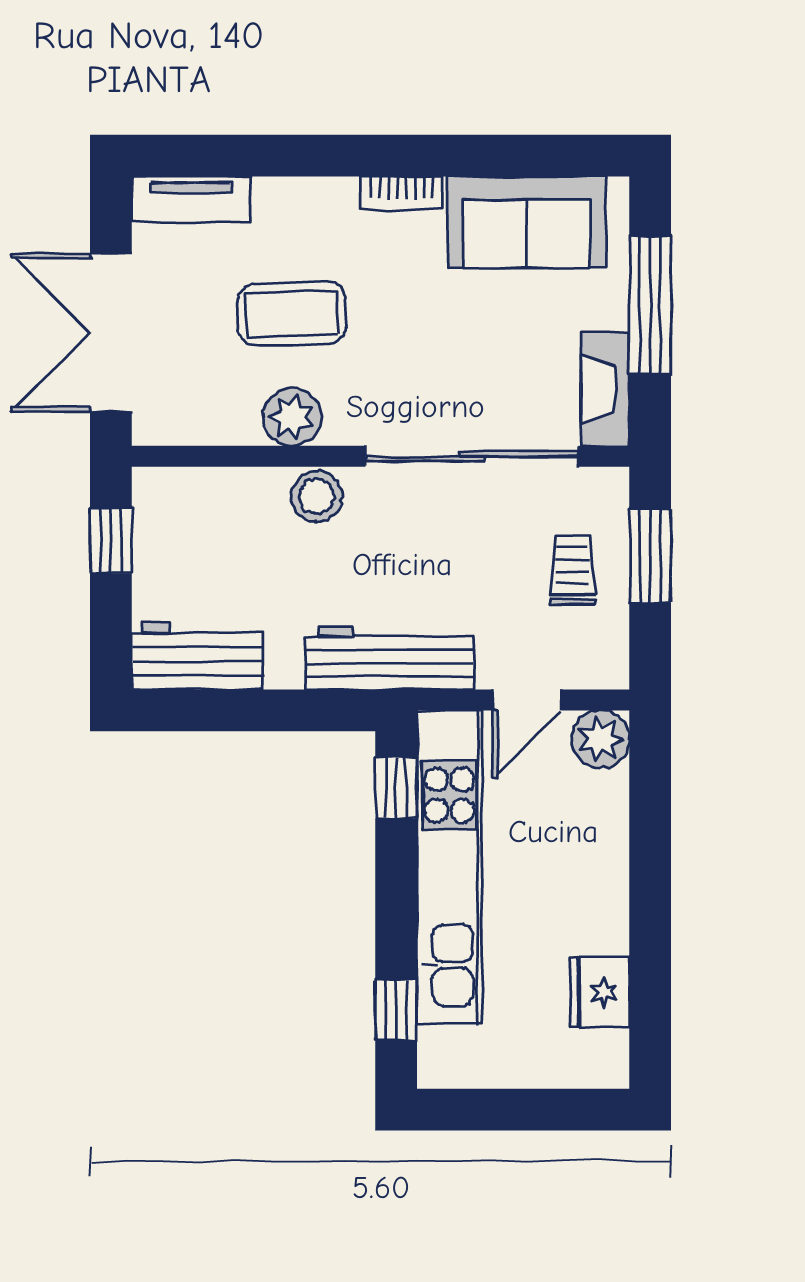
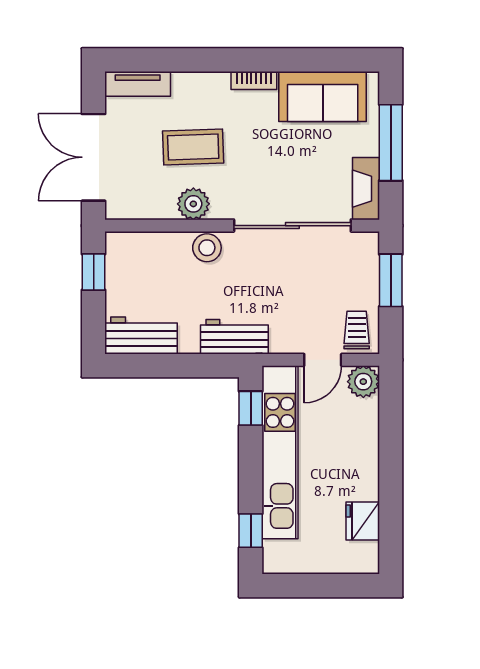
trolley: (573, 570) -> (357, 330), moved
workbench: (390, 658) -> (234, 337), width x0.73

